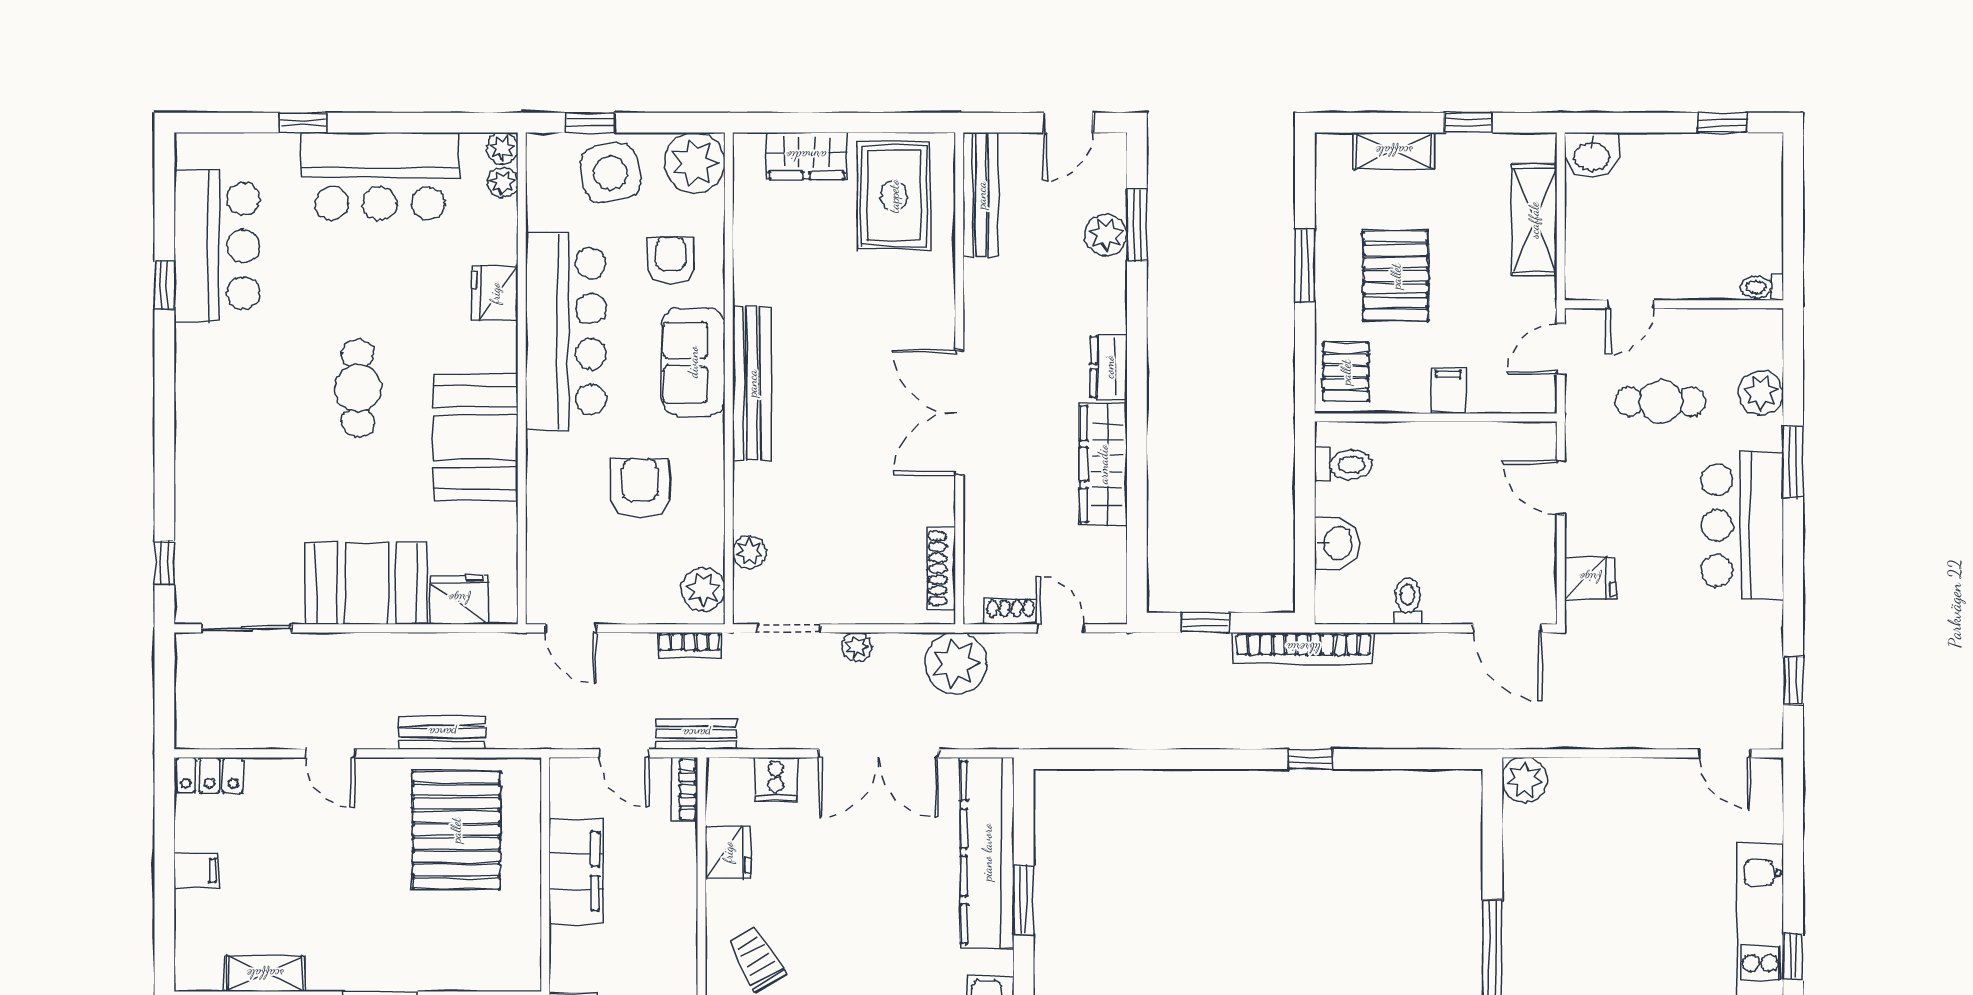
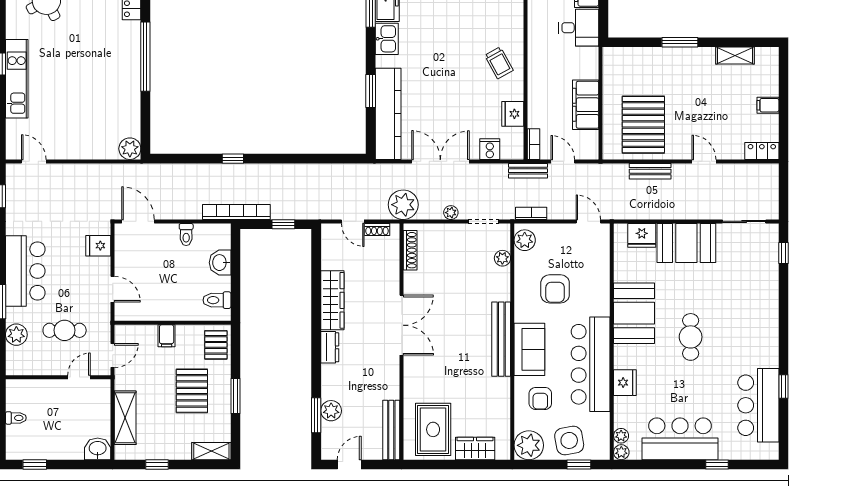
shelving: (1394, 151) -> (211, 451), moved
toilet: (1762, 287) -> (16, 418), moved

